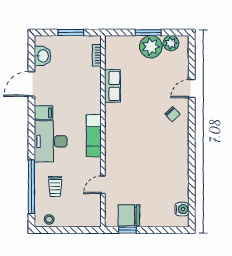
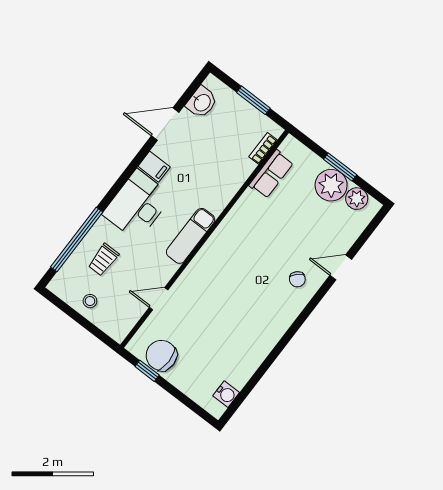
row of seats: (112, 86) -> (271, 174), moved
stool: (49, 219) -> (90, 301), moved

